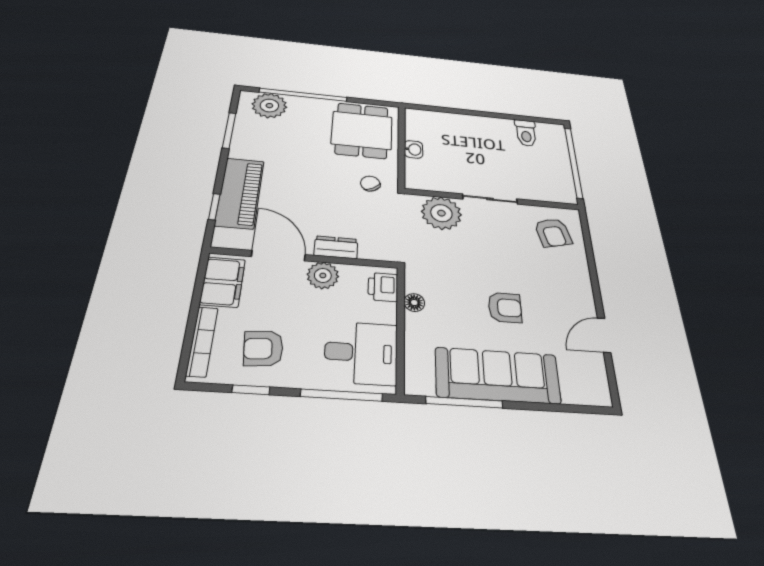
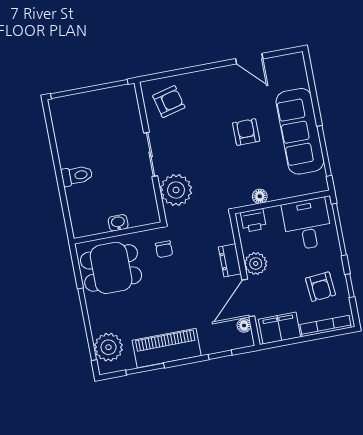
toilet: (526, 133) -> (77, 176), moved
chair: (370, 184) -> (164, 249), turned -59
piano: (240, 193) -> (167, 348), moved
floor lamp: (243, 242) -> (244, 325), added

